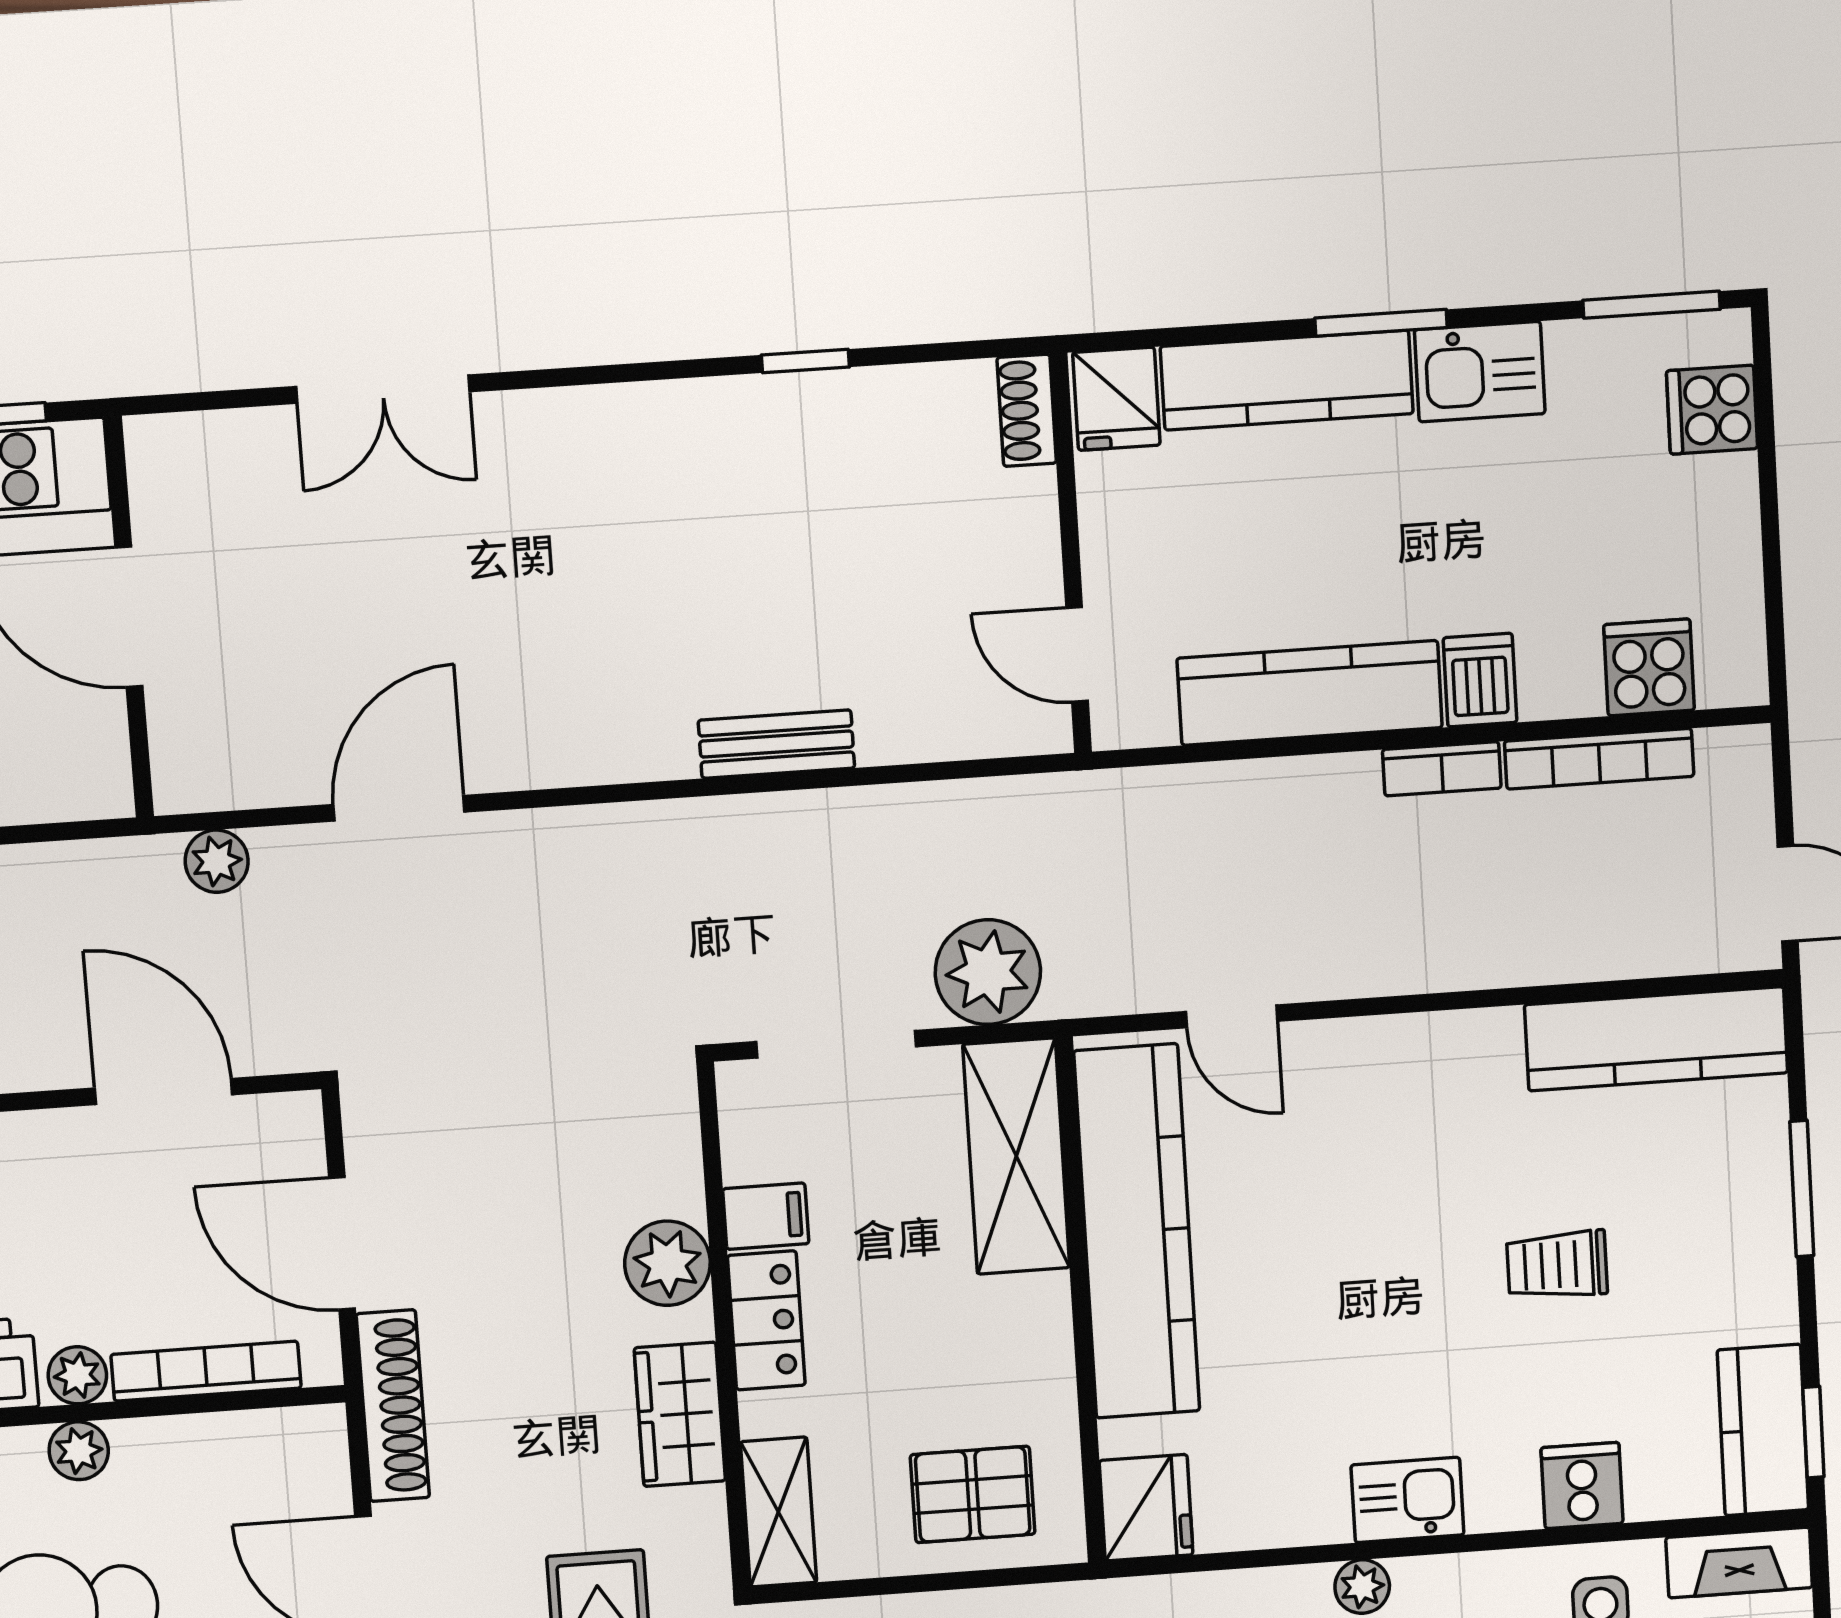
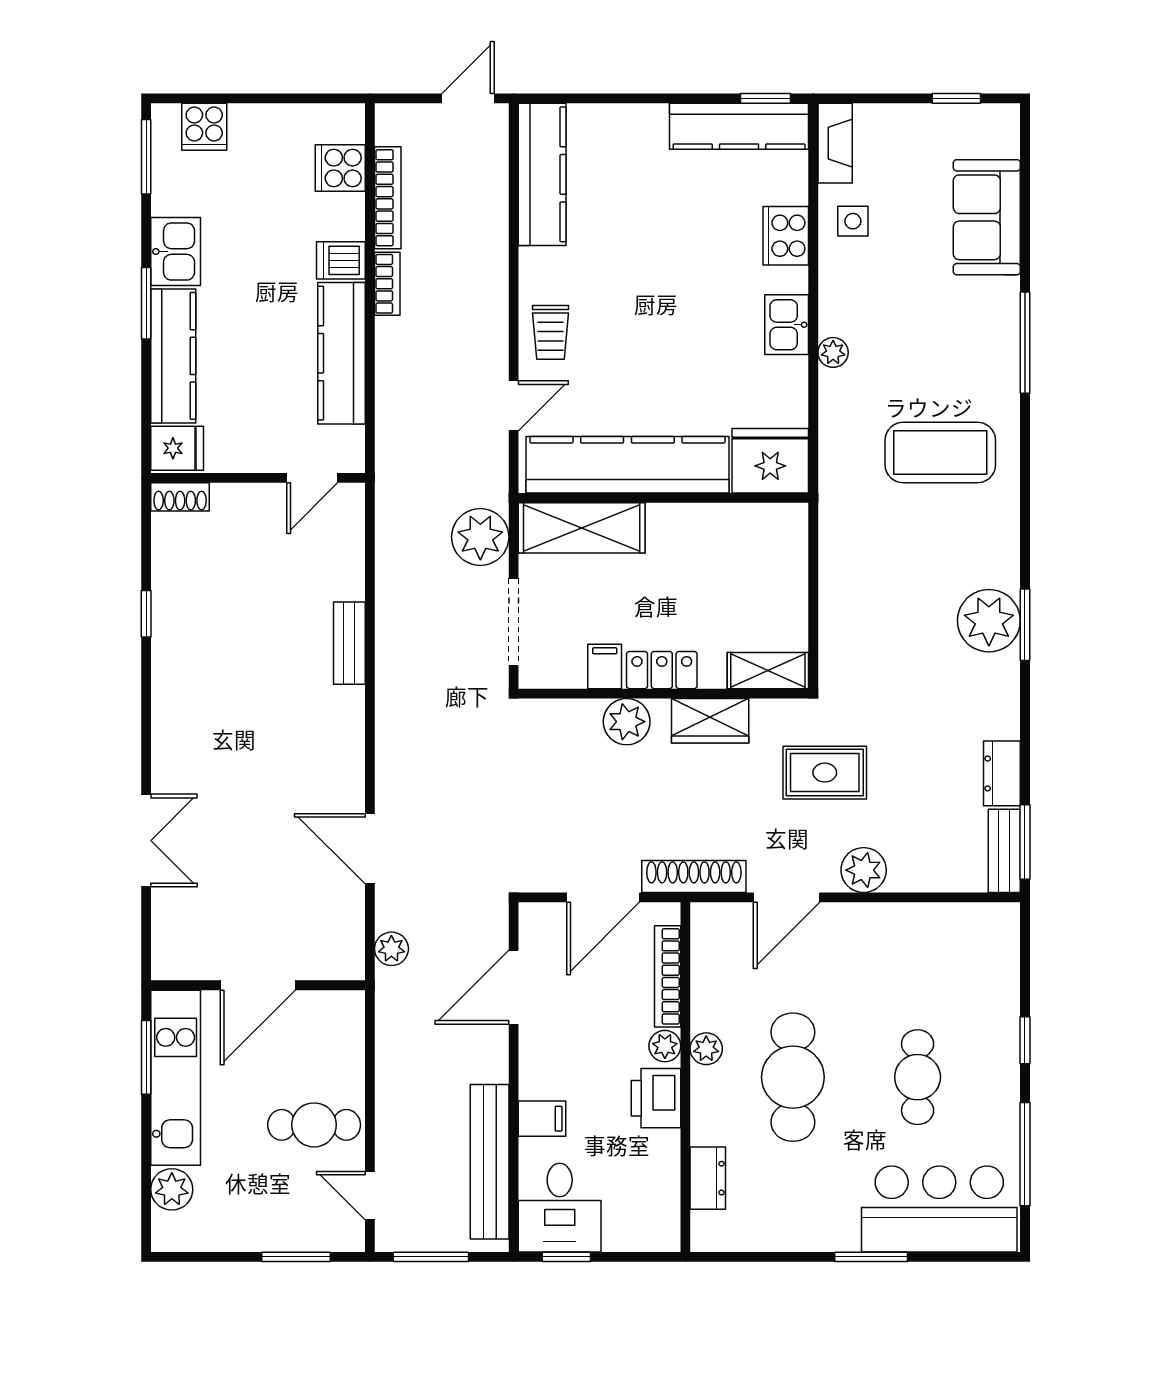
window: (1802, 1189) -> (630, 98), removed
trolley: (1557, 1265) -> (550, 332), moved
kitchen counter: (1763, 1430) -> (739, 126), width x1.50
cooker: (1582, 1486) -> (786, 236), width x1.36
pallet: (973, 1494) -> (766, 564), removed
fridge: (1146, 1508) -> (770, 461), width x1.36, depth x1.34

